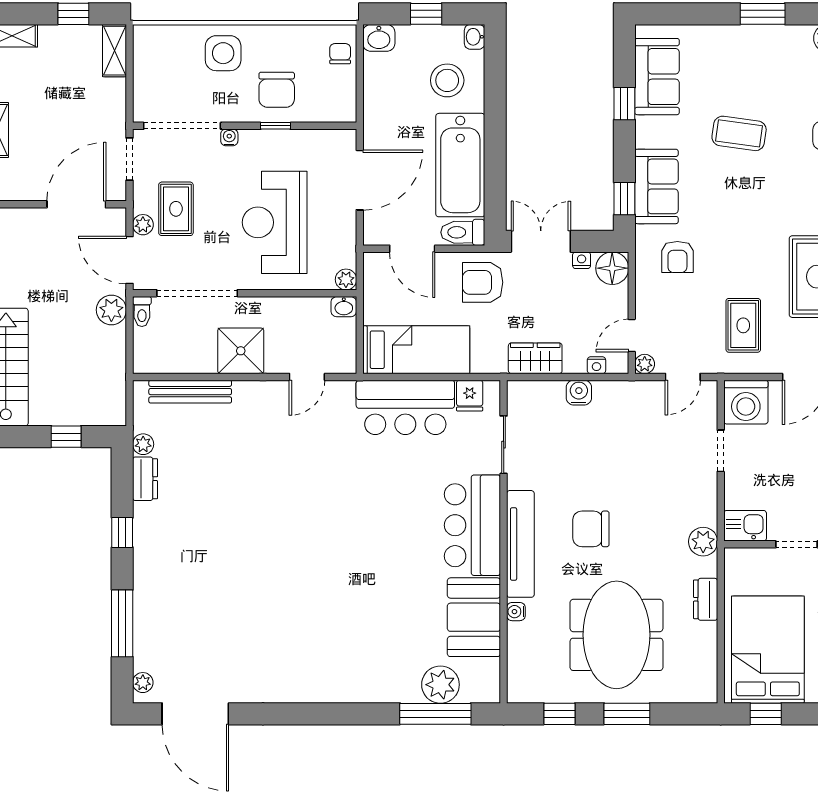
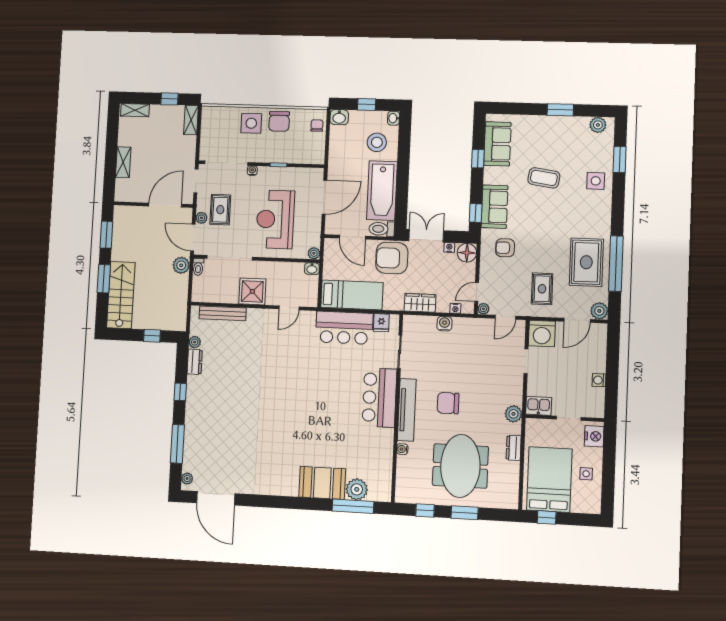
chair: (277, 90) -> (279, 121), moved
armchair: (677, 257) -> (505, 248), turned 90
armchair: (483, 282) -> (392, 258), width x1.36, depth x1.36
booth: (474, 617) -> (322, 483), moved, turned 90

